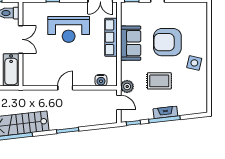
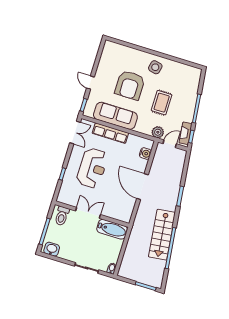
sofa: (131, 43) -> (115, 116), width x1.36
door: (65, 88) -> (142, 187), width x1.88
fireplace: (165, 112) -> (186, 133), moved

